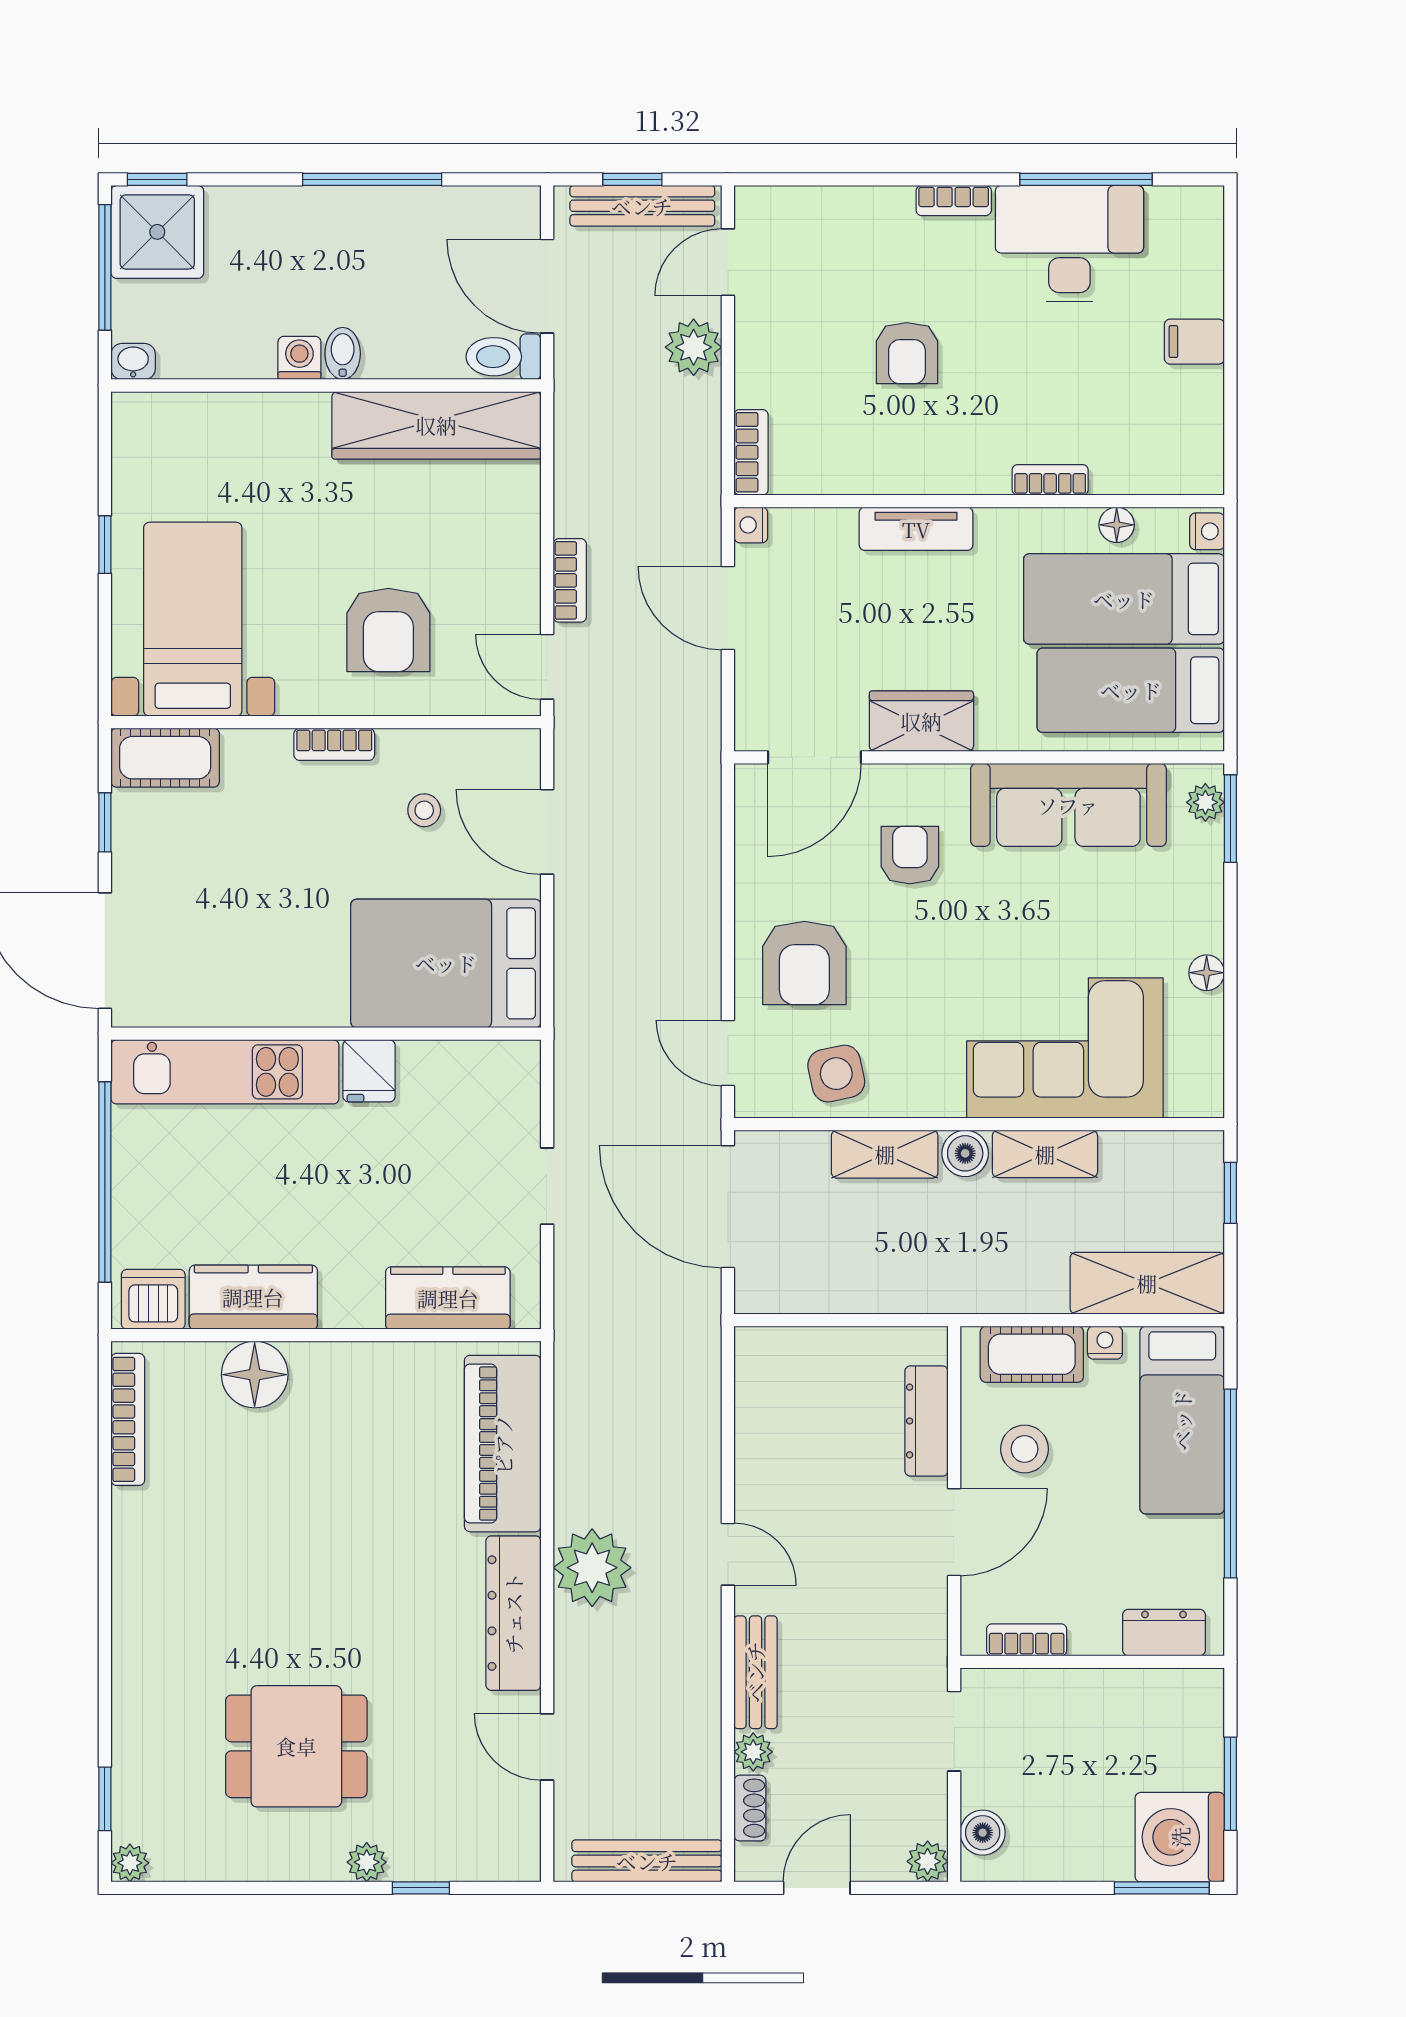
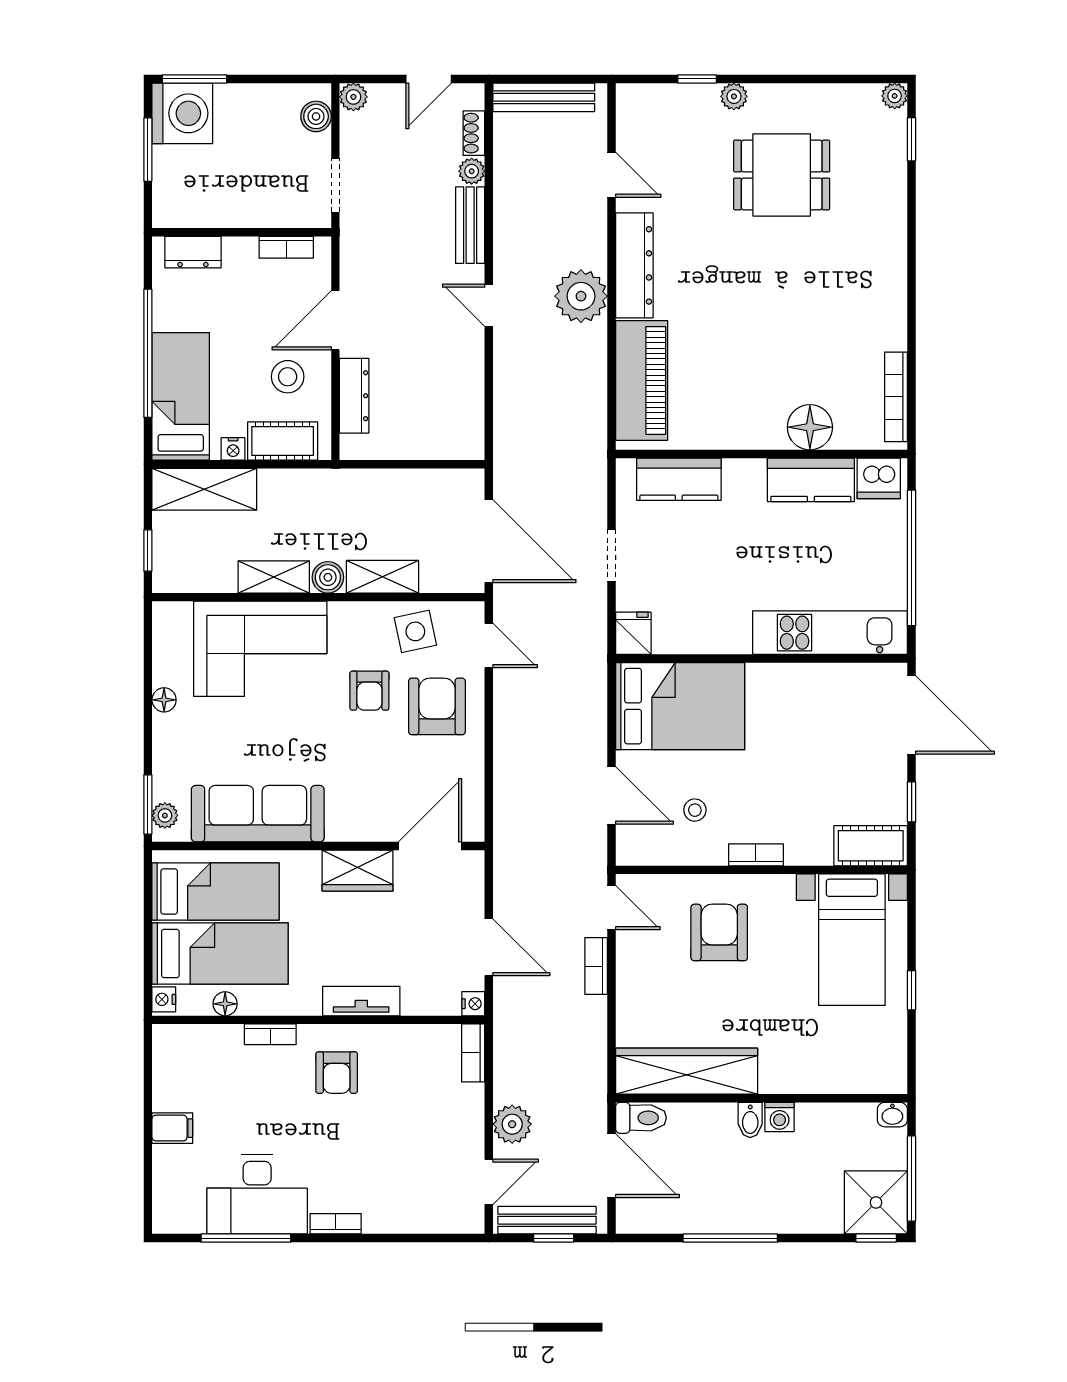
armchair: (907, 353) -> (337, 1073), moved, turned 180
armchair: (910, 855) -> (369, 691), moved
fridge: (369, 1071) -> (633, 633), moved

